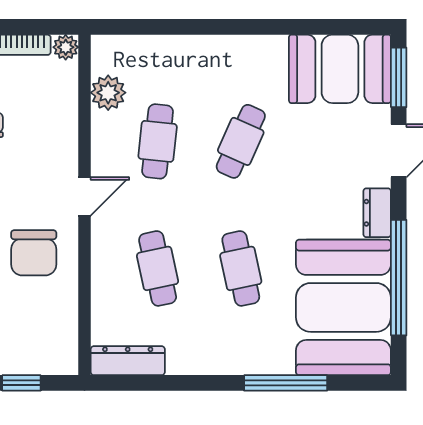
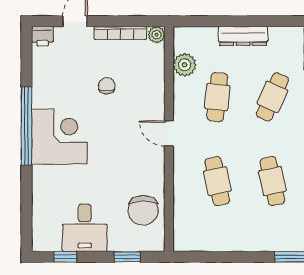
door: (84, 196) -> (169, 133), swing flipped
chair: (34, 253) -> (143, 210), moved
dresser: (128, 361) -> (243, 36), moved, turned 180

